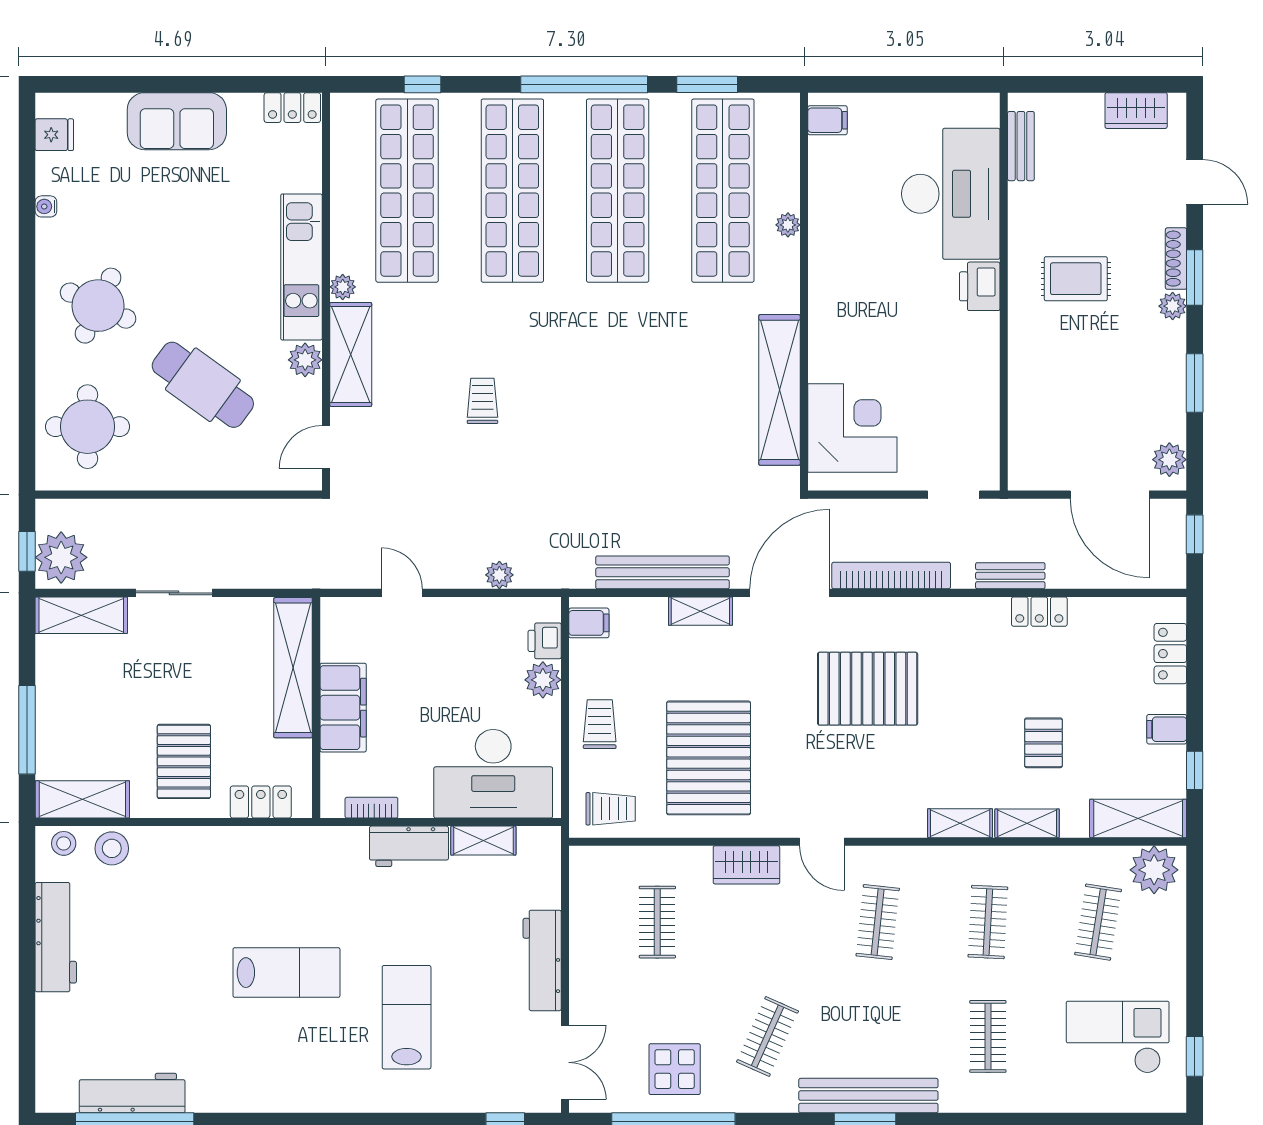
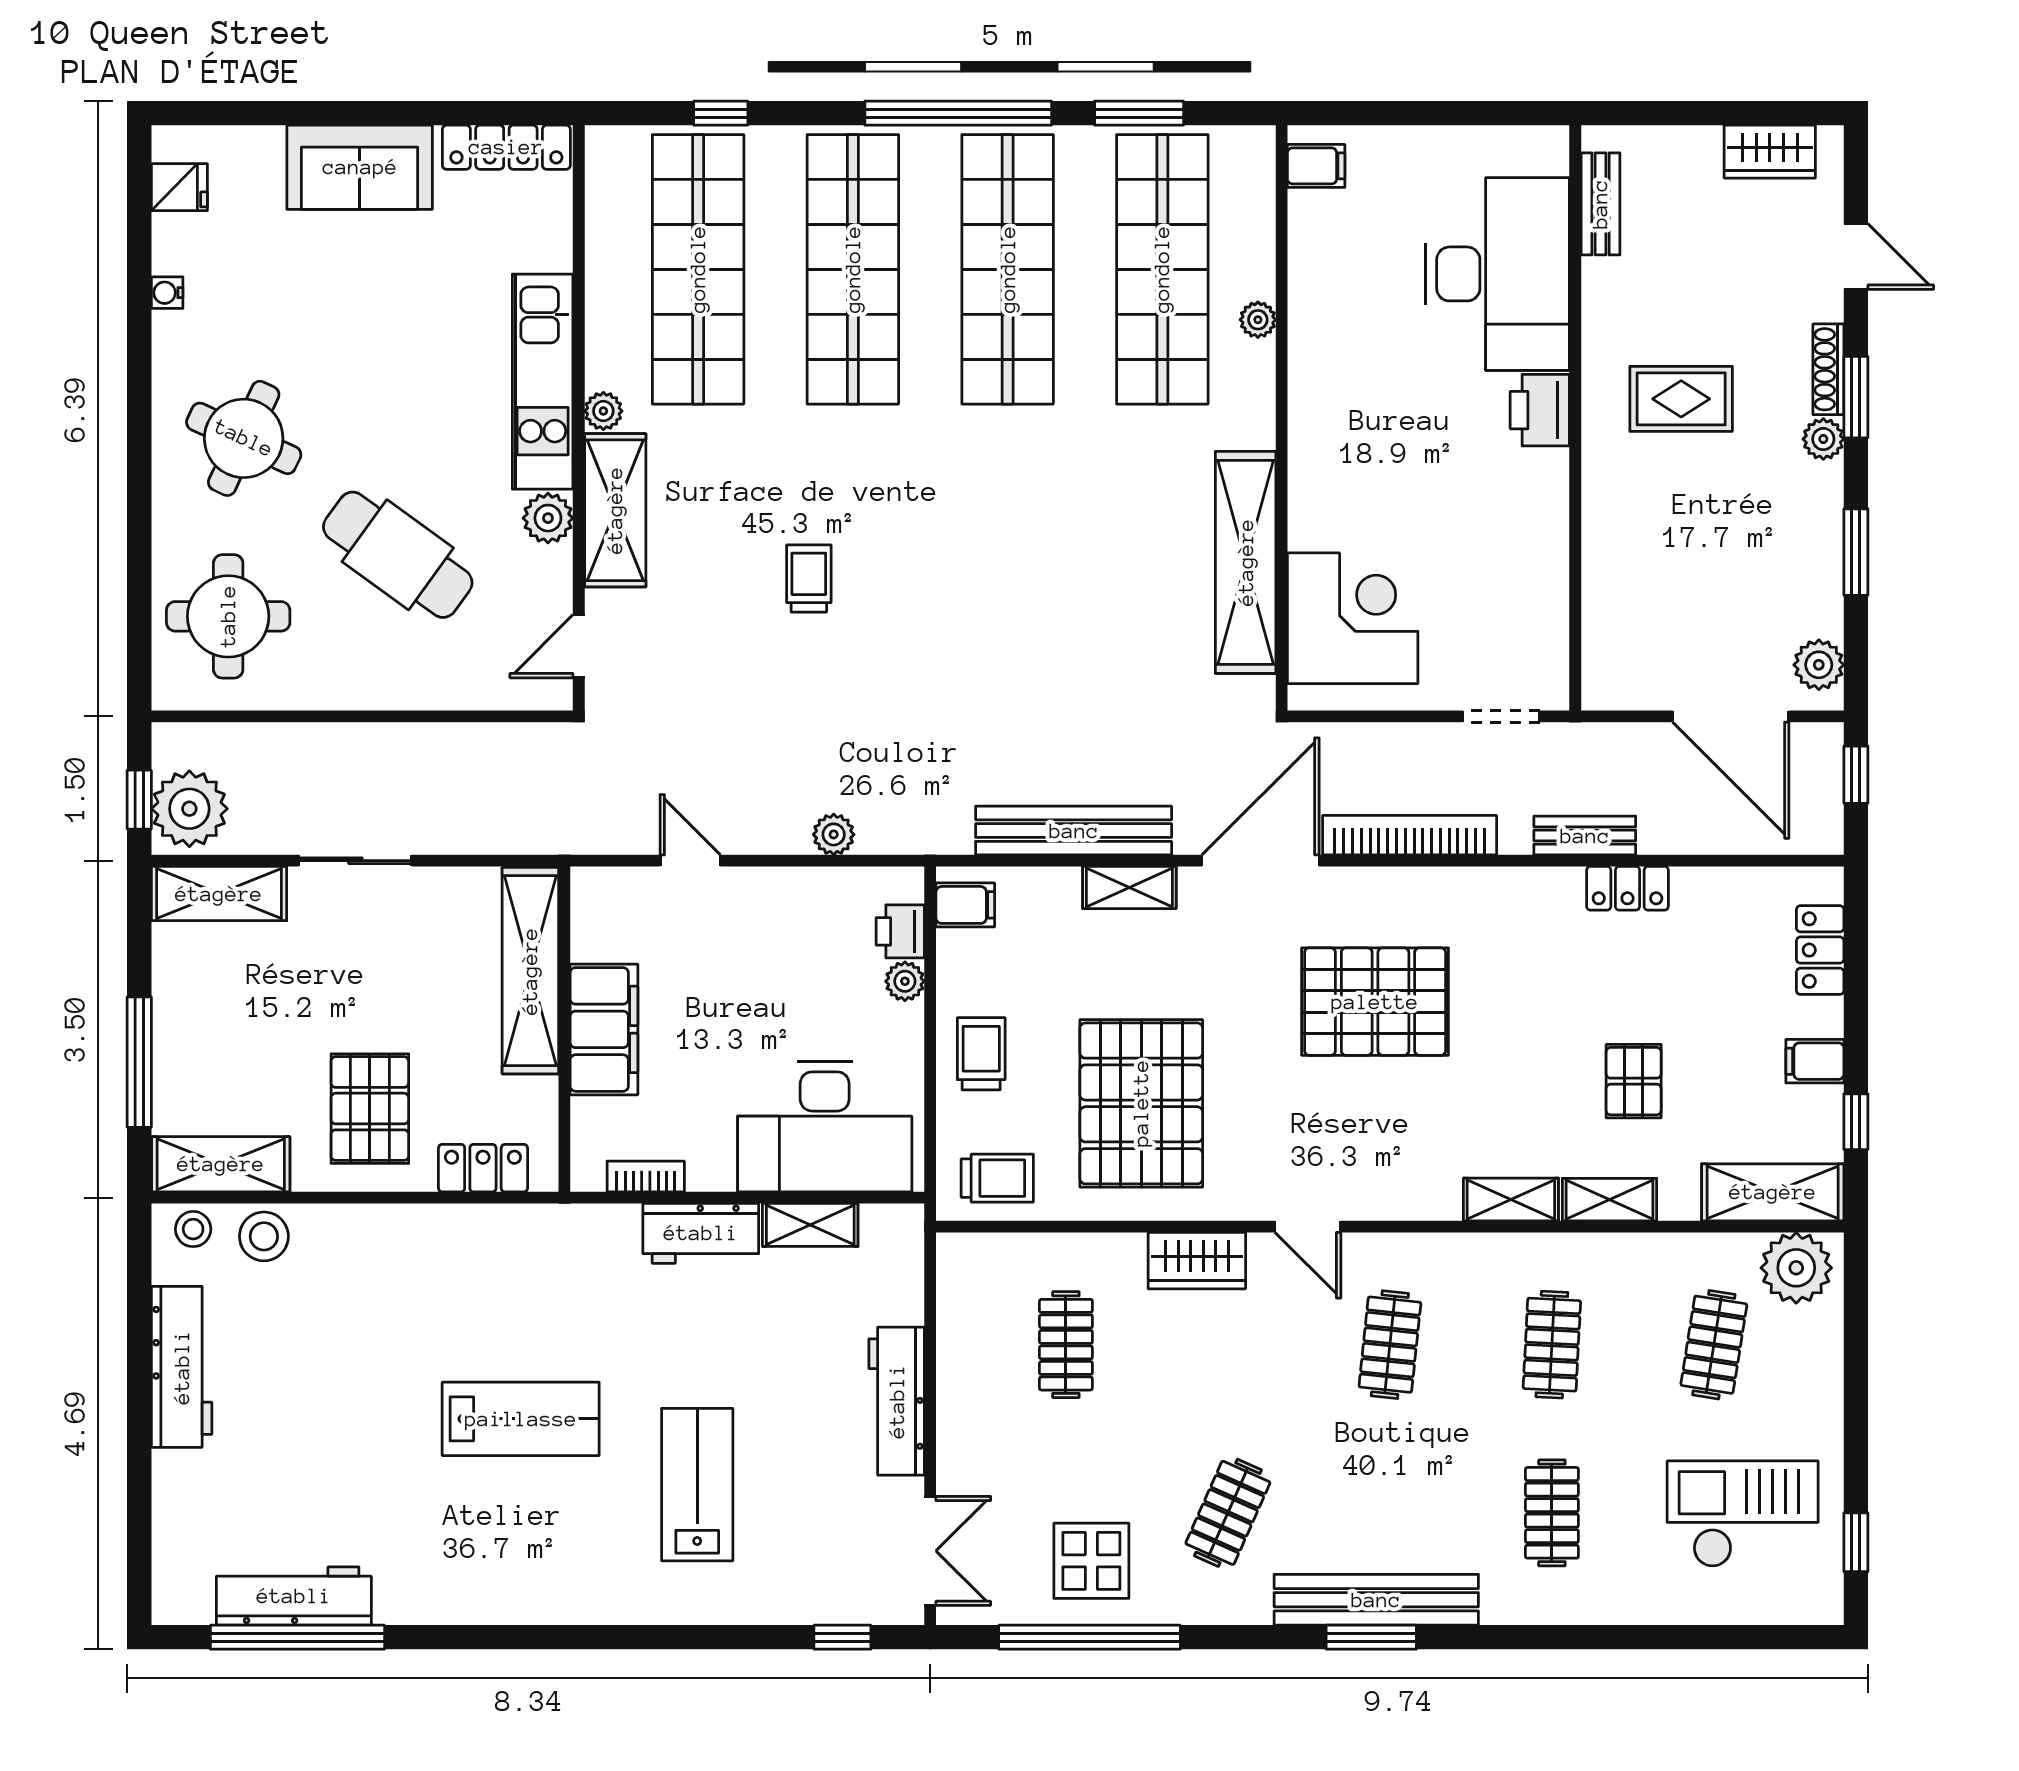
locker: (292, 108) -> (506, 147), width x1.53
plant: (543, 680) -> (905, 981), width x0.73, depth x0.73

